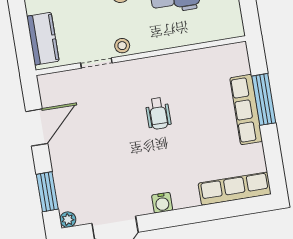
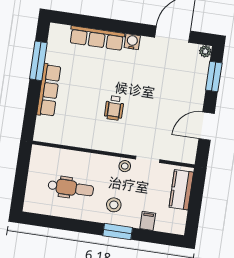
window: (264, 99) -> (38, 61), moved
wheelchair: (158, 113) -> (114, 108), turned 180
row of seats: (235, 189) -> (97, 38), moved

